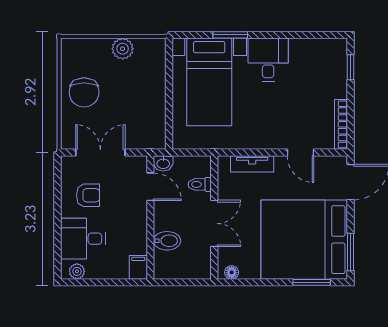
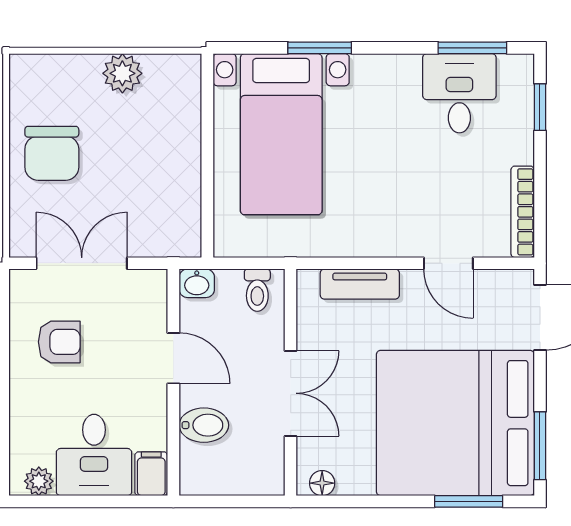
window: (314, 35) -> (472, 48), added
desk: (268, 60) -> (459, 93), moved
toilet: (200, 184) -> (257, 290), moved, turned -90
door: (150, 187) -> (173, 358), moved
desk: (83, 239) -> (94, 455), moved, turned -90

